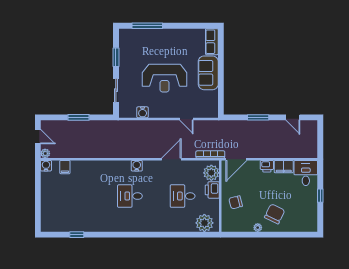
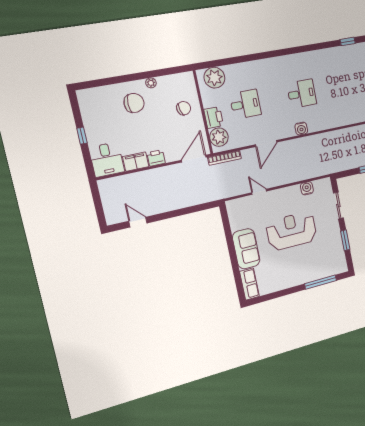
window: (258, 117) -> (179, 212), removed
chair: (275, 214) -> (134, 103), turned -116

